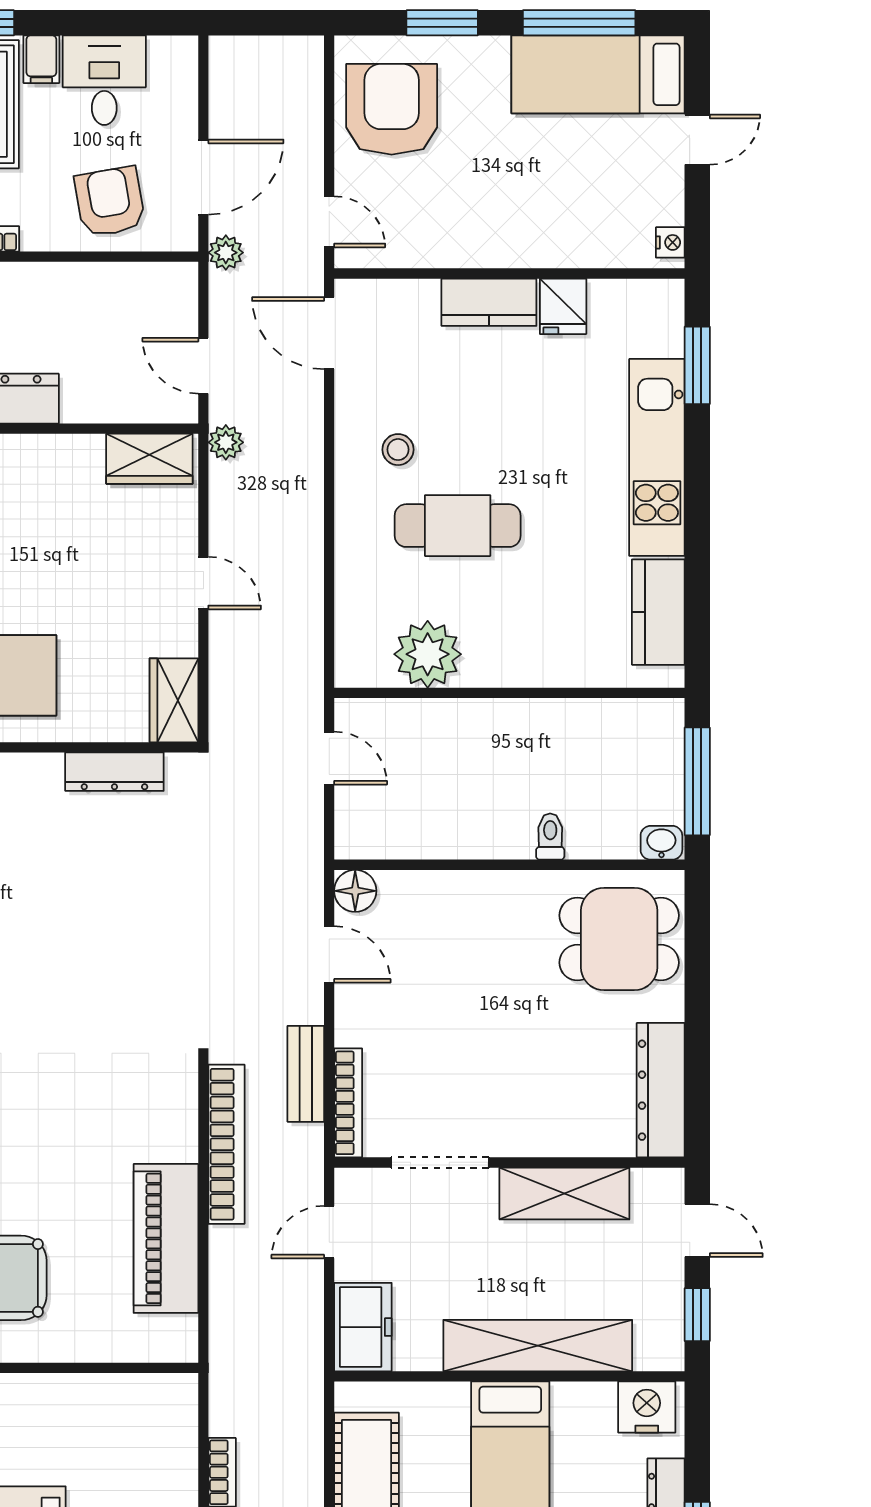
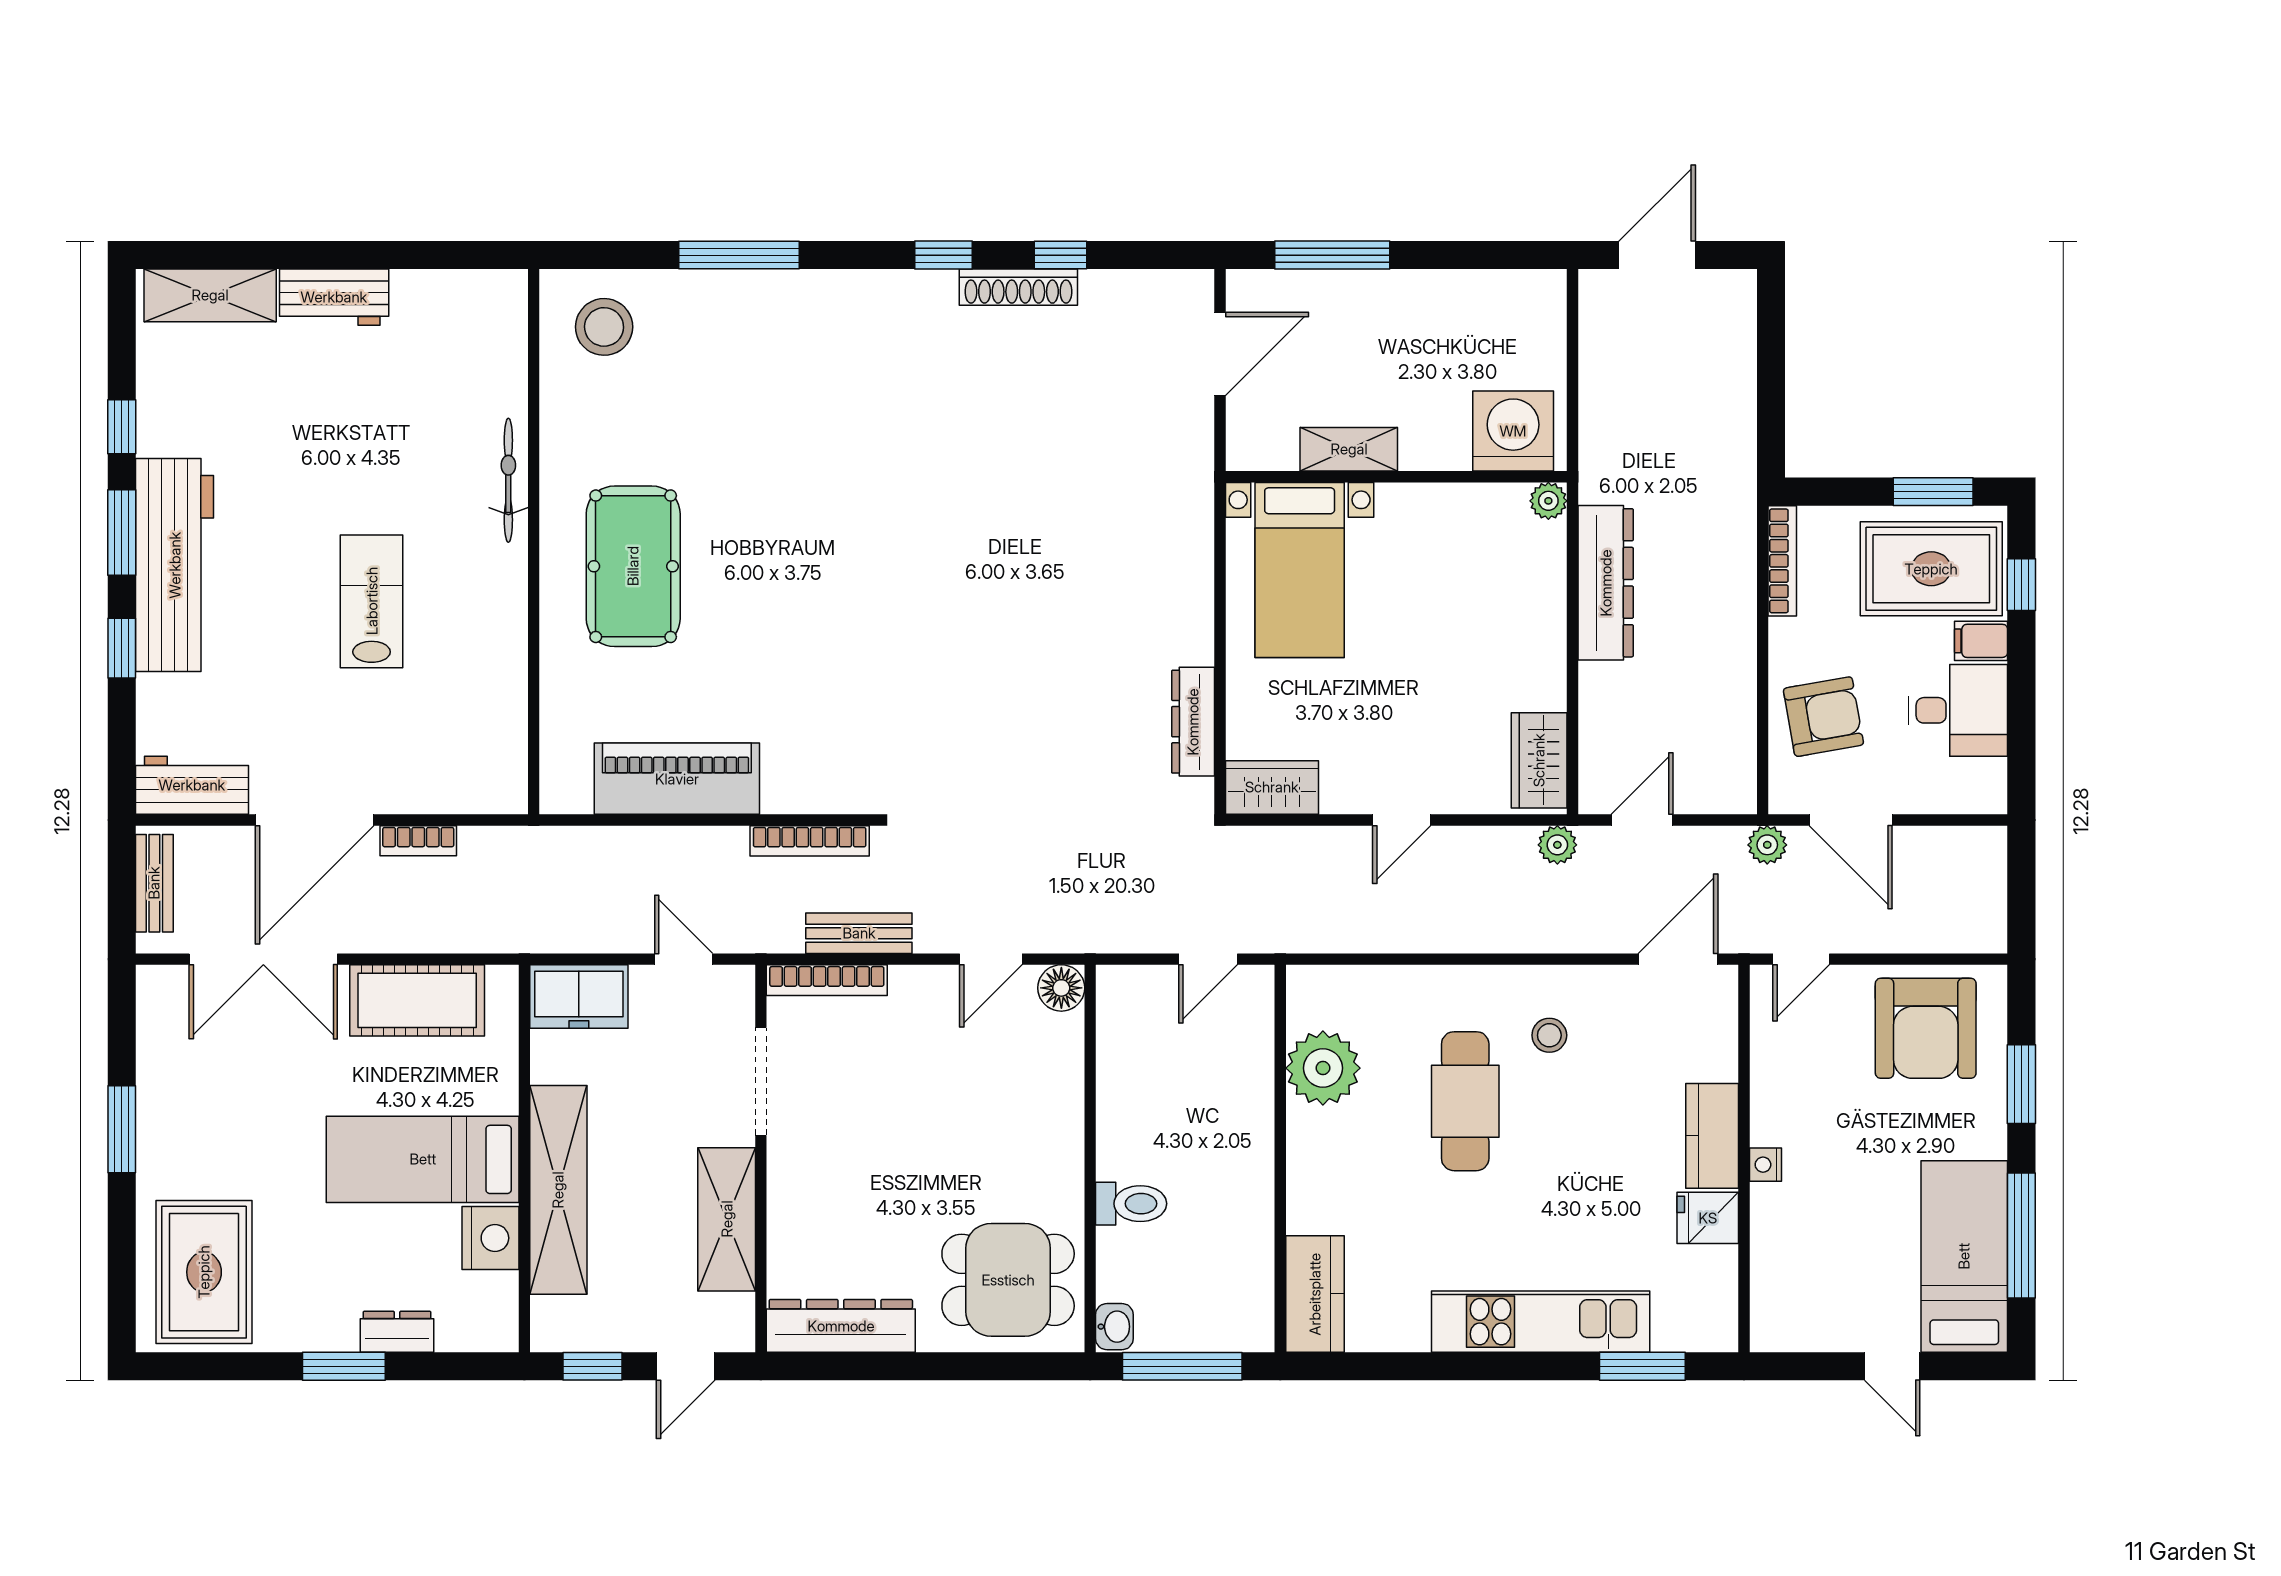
armchair: (392, 109) -> (1926, 1028), turned 90
nightstand: (670, 242) -> (1766, 1165), moved, turned 90
kitchen counter: (658, 612) -> (1315, 1294), moved, turned 90
toilet: (550, 837) -> (1131, 1204), width x1.37, depth x1.39
dining table: (619, 939) -> (1008, 1280), turned 90
bookcase: (226, 1144) -> (810, 841), width x0.68, depth x0.76
nightstand: (647, 1407) -> (490, 1238), moved

